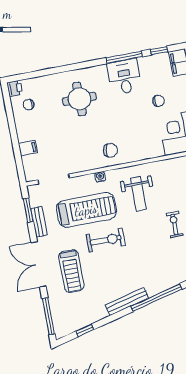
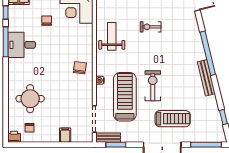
round table: (79, 99) -> (30, 99), moved
weight bench: (138, 194) -> (112, 36), moved, turned -90
bench: (39, 222) -> (108, 138), moved

